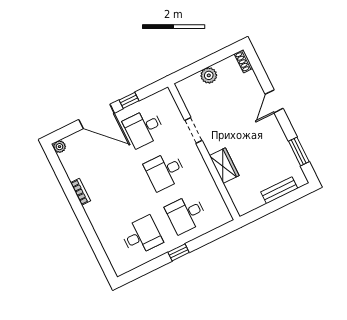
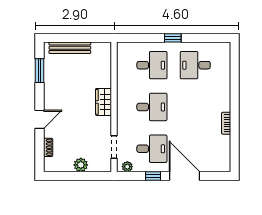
shoe rack: (243, 61) -> (48, 147), moved
doorway: (193, 130) -> (114, 147), moved
plant: (59, 147) -> (127, 167), moved
wardrobe: (224, 166) -> (103, 102), moved
bench: (279, 190) -> (70, 48), width x1.36

